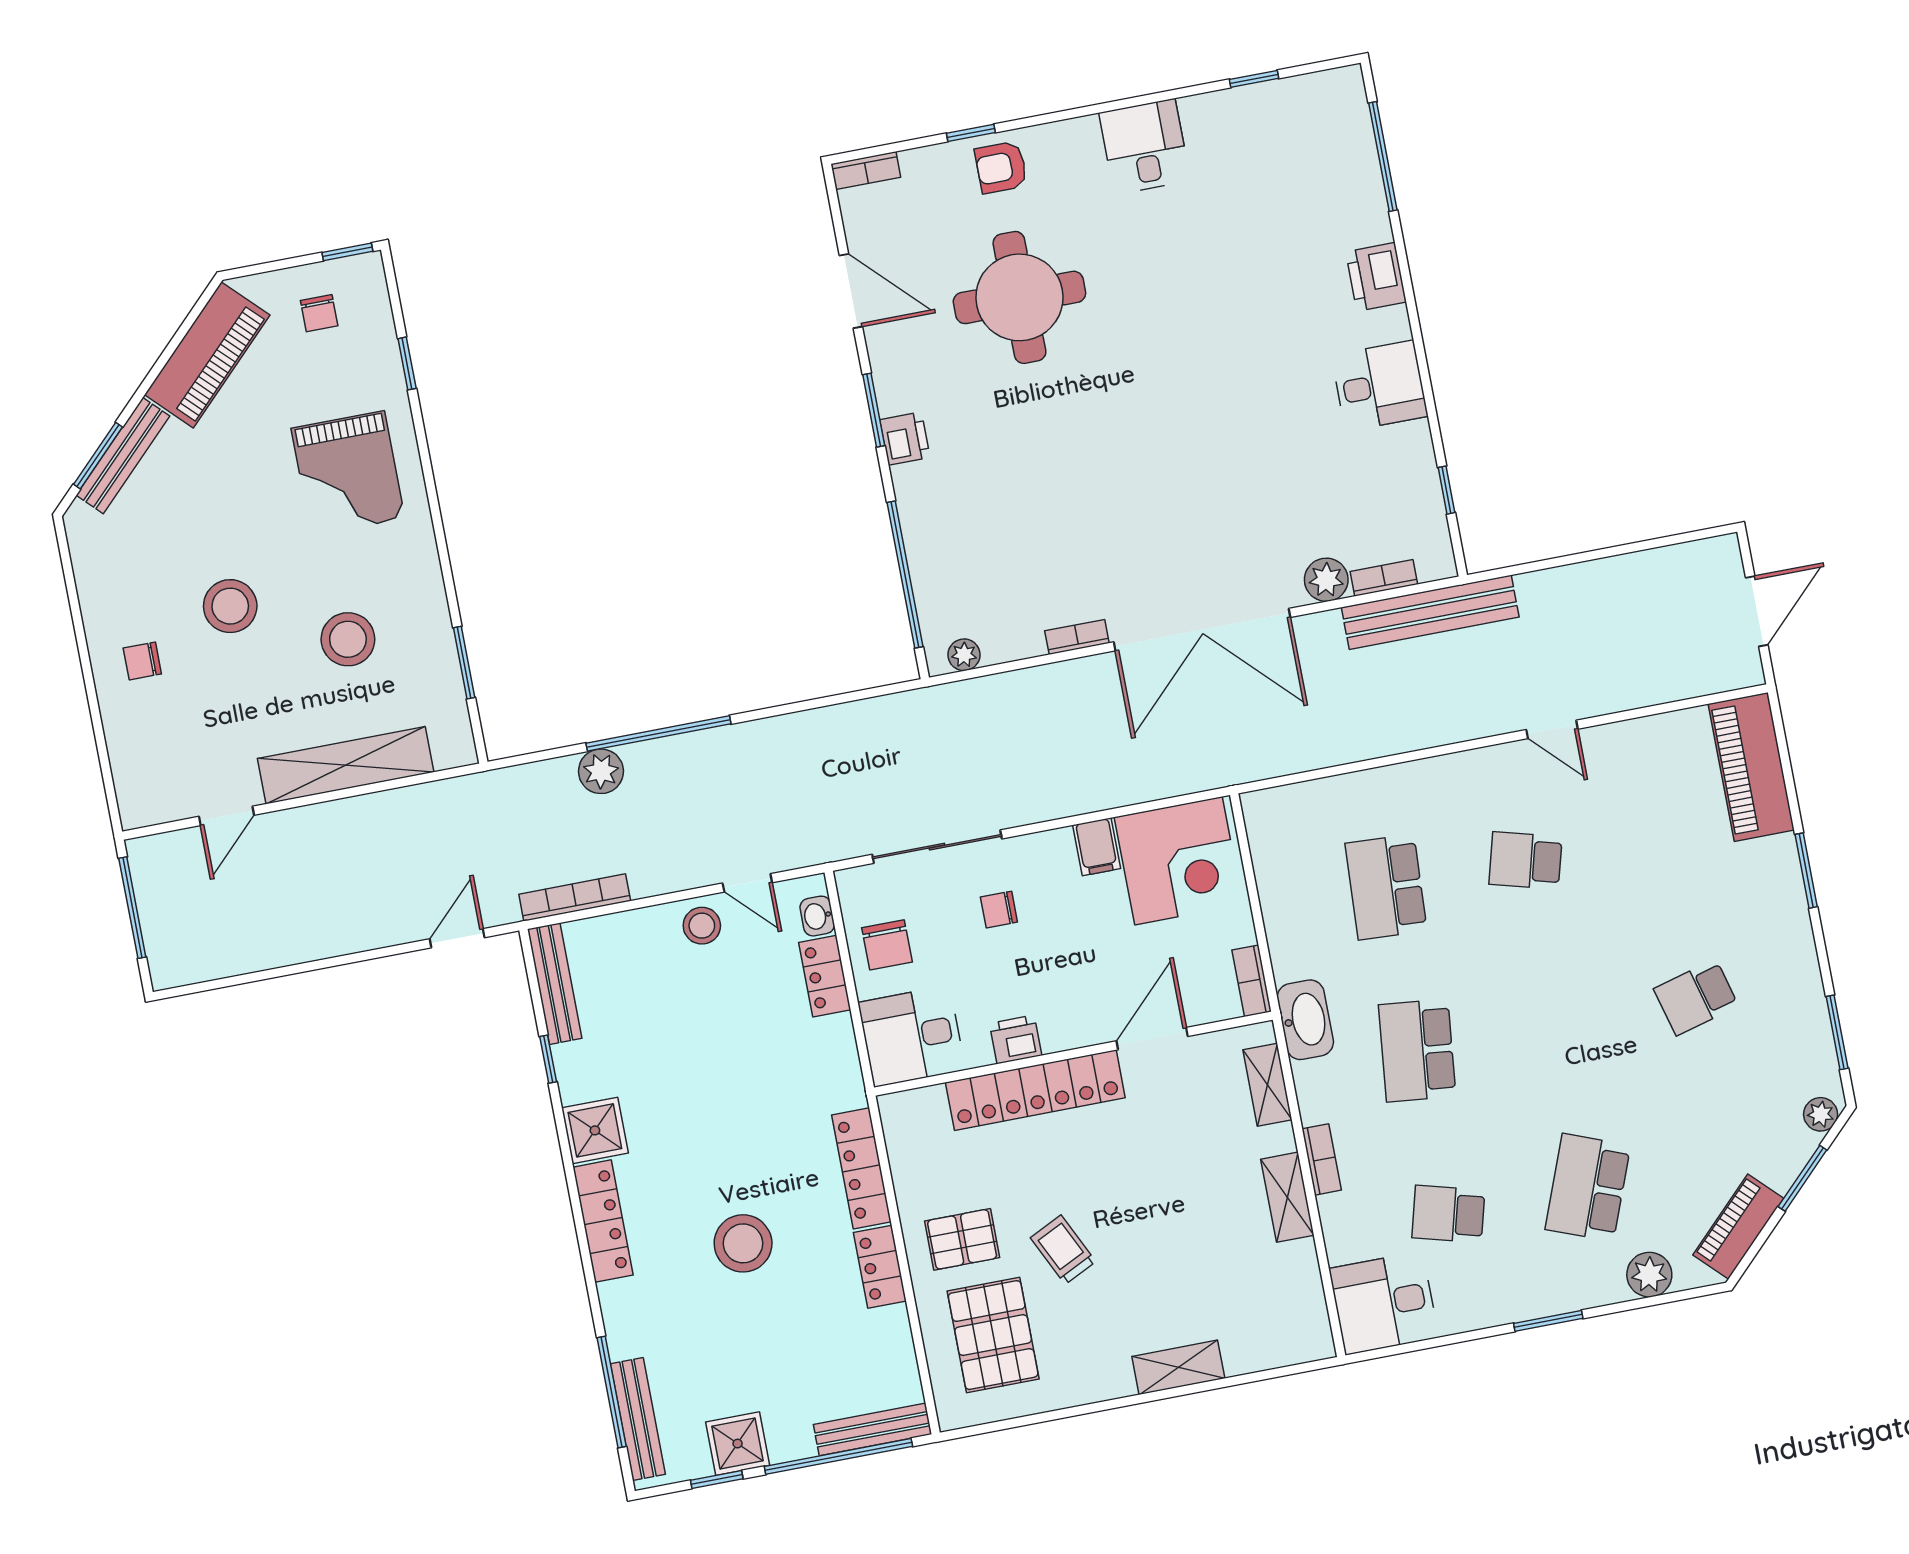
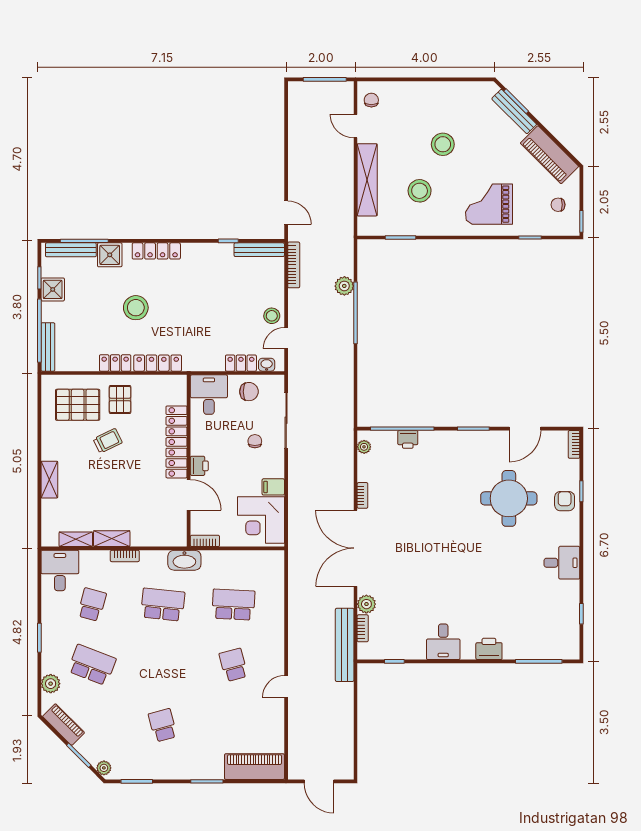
printer: (905, 439) -> (408, 439), moved
chair: (142, 661) -> (371, 100), moved
school desk: (1525, 860) -> (233, 665), turned -30
chair: (887, 945) -> (249, 392), turned 180
printer: (1016, 1039) -> (199, 466), moved
shelving: (1267, 1085) -> (76, 539), moved
shower: (595, 1130) -> (110, 255), moved

